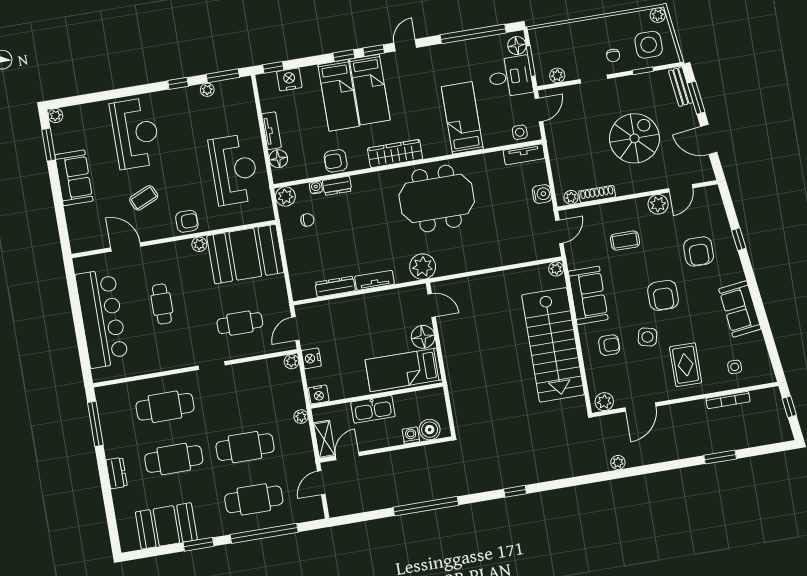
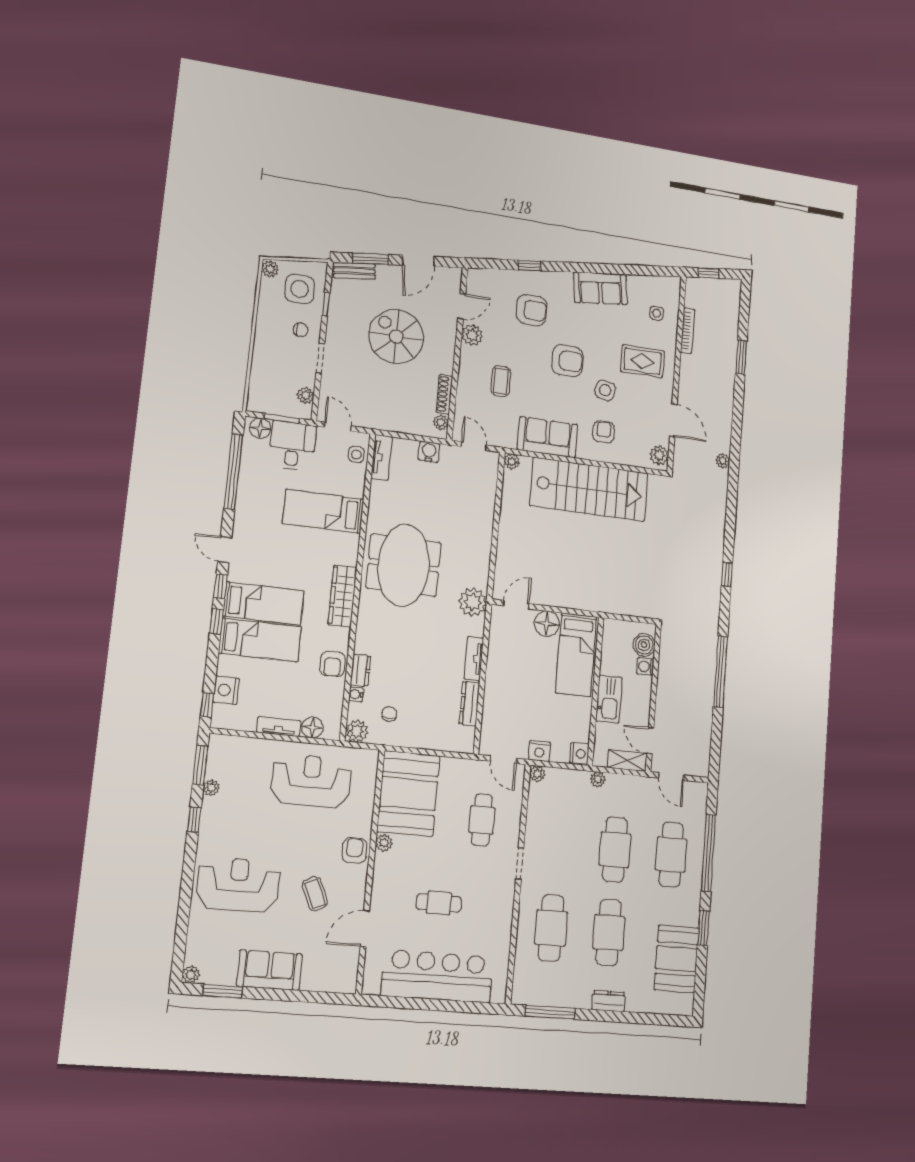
door: (681, 188) -> (462, 306), hinge flipped

